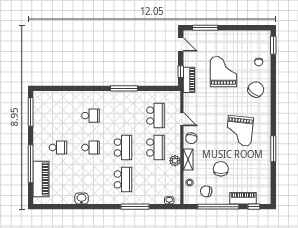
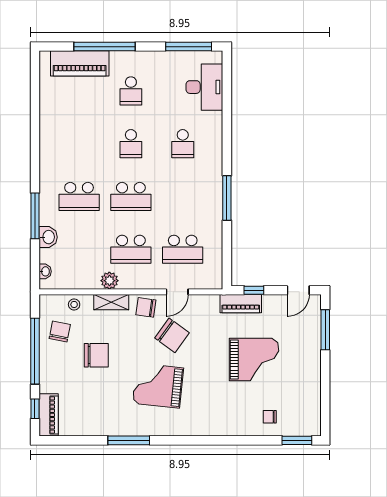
chair: (256, 90) -> (172, 335), moved
desk: (56, 102) -> (204, 87), added
washbasin: (81, 198) -> (48, 237), moved
piano: (243, 198) -> (49, 415), moved

